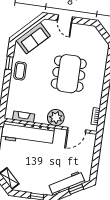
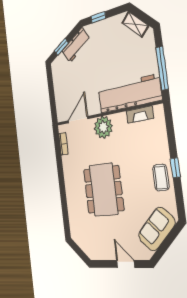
window: (9, 63) -> (175, 168), moved
workbench: (67, 183) -> (76, 45), width x0.73

